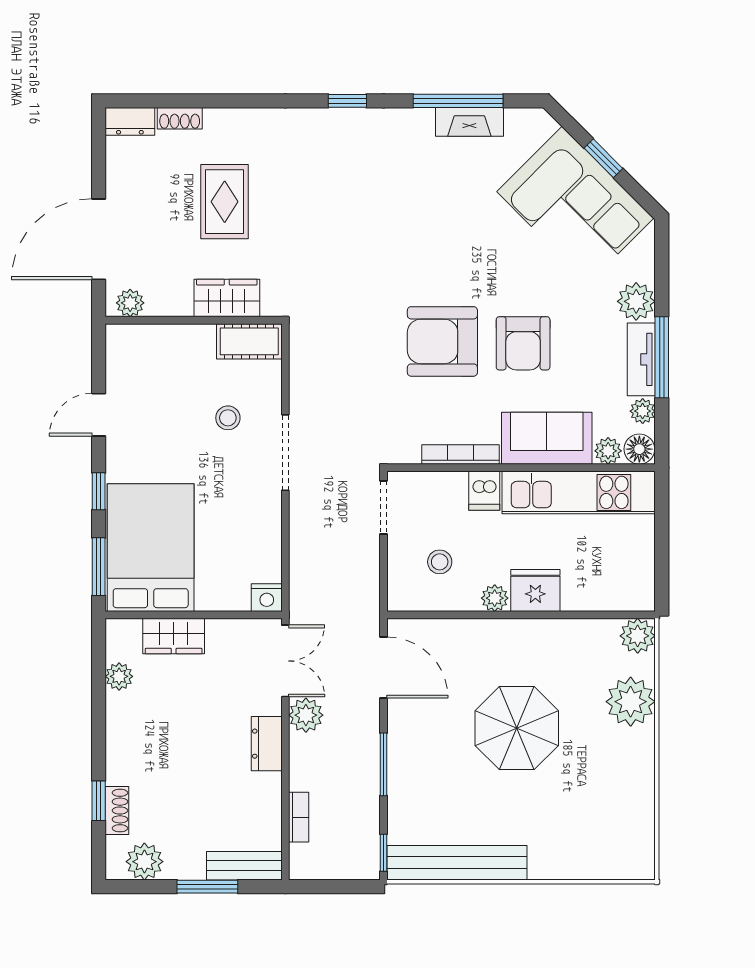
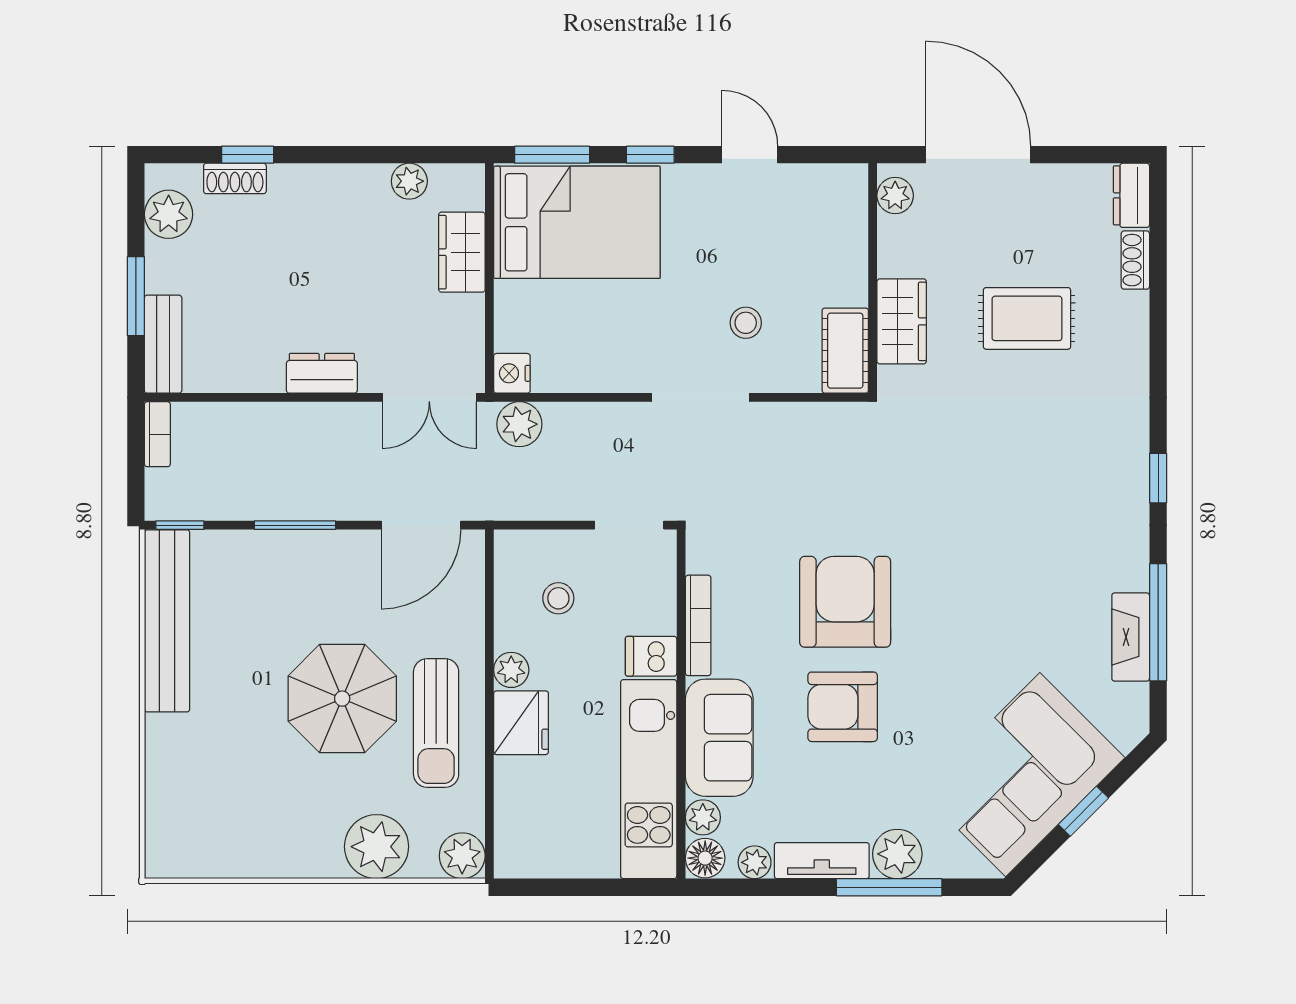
window: (662, 357) -> (889, 887), moved
sun lounger: (536, 656) -> (436, 723), added
plant: (306, 715) -> (519, 424), moved
bookcase: (299, 817) -> (157, 434), moved, turned -90

